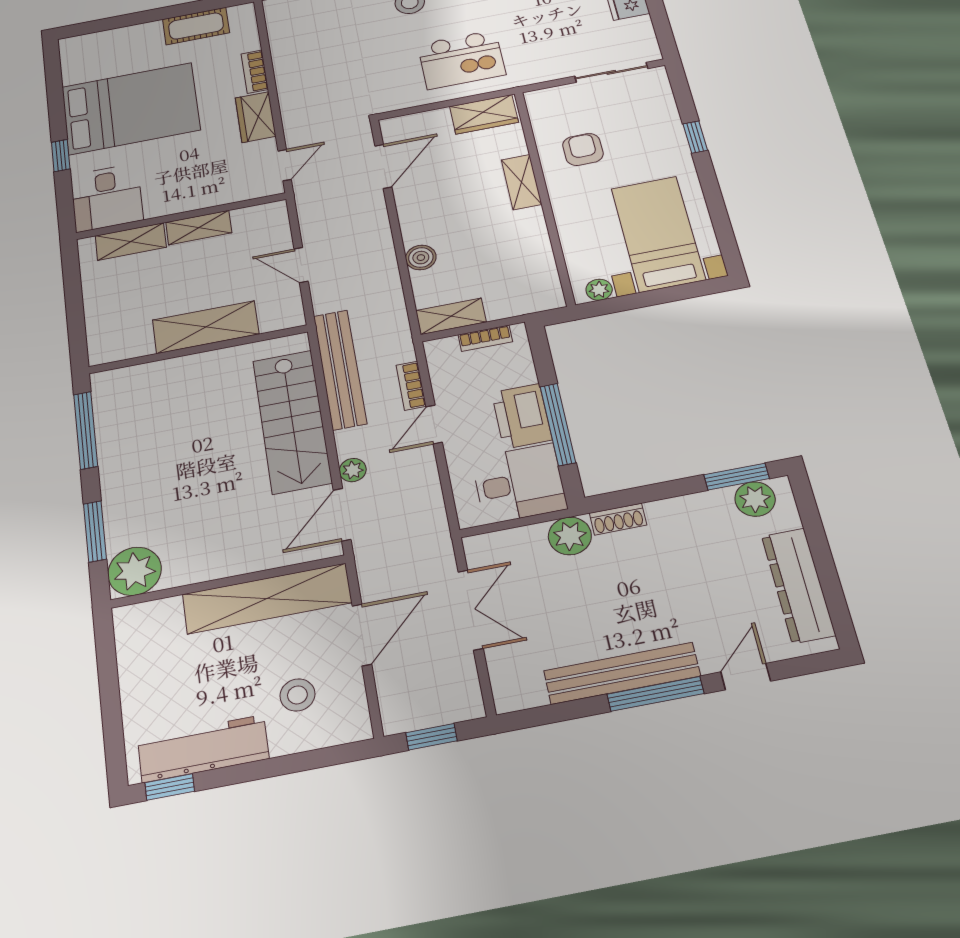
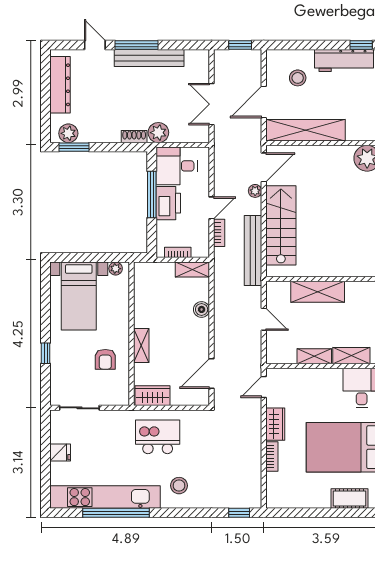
cot: (196, 26) -> (349, 499), moved
door: (746, 677) -> (95, 45), swing flipped

